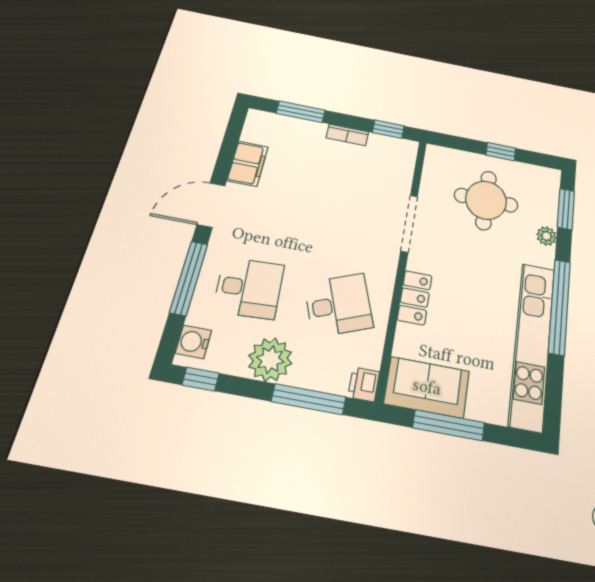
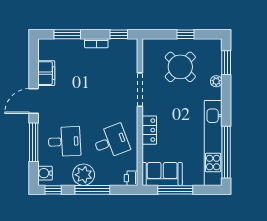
round table: (486, 200) -> (180, 67), turned 45
window: (560, 307) -> (226, 152), moved
window: (309, 399) -> (92, 190), moved

